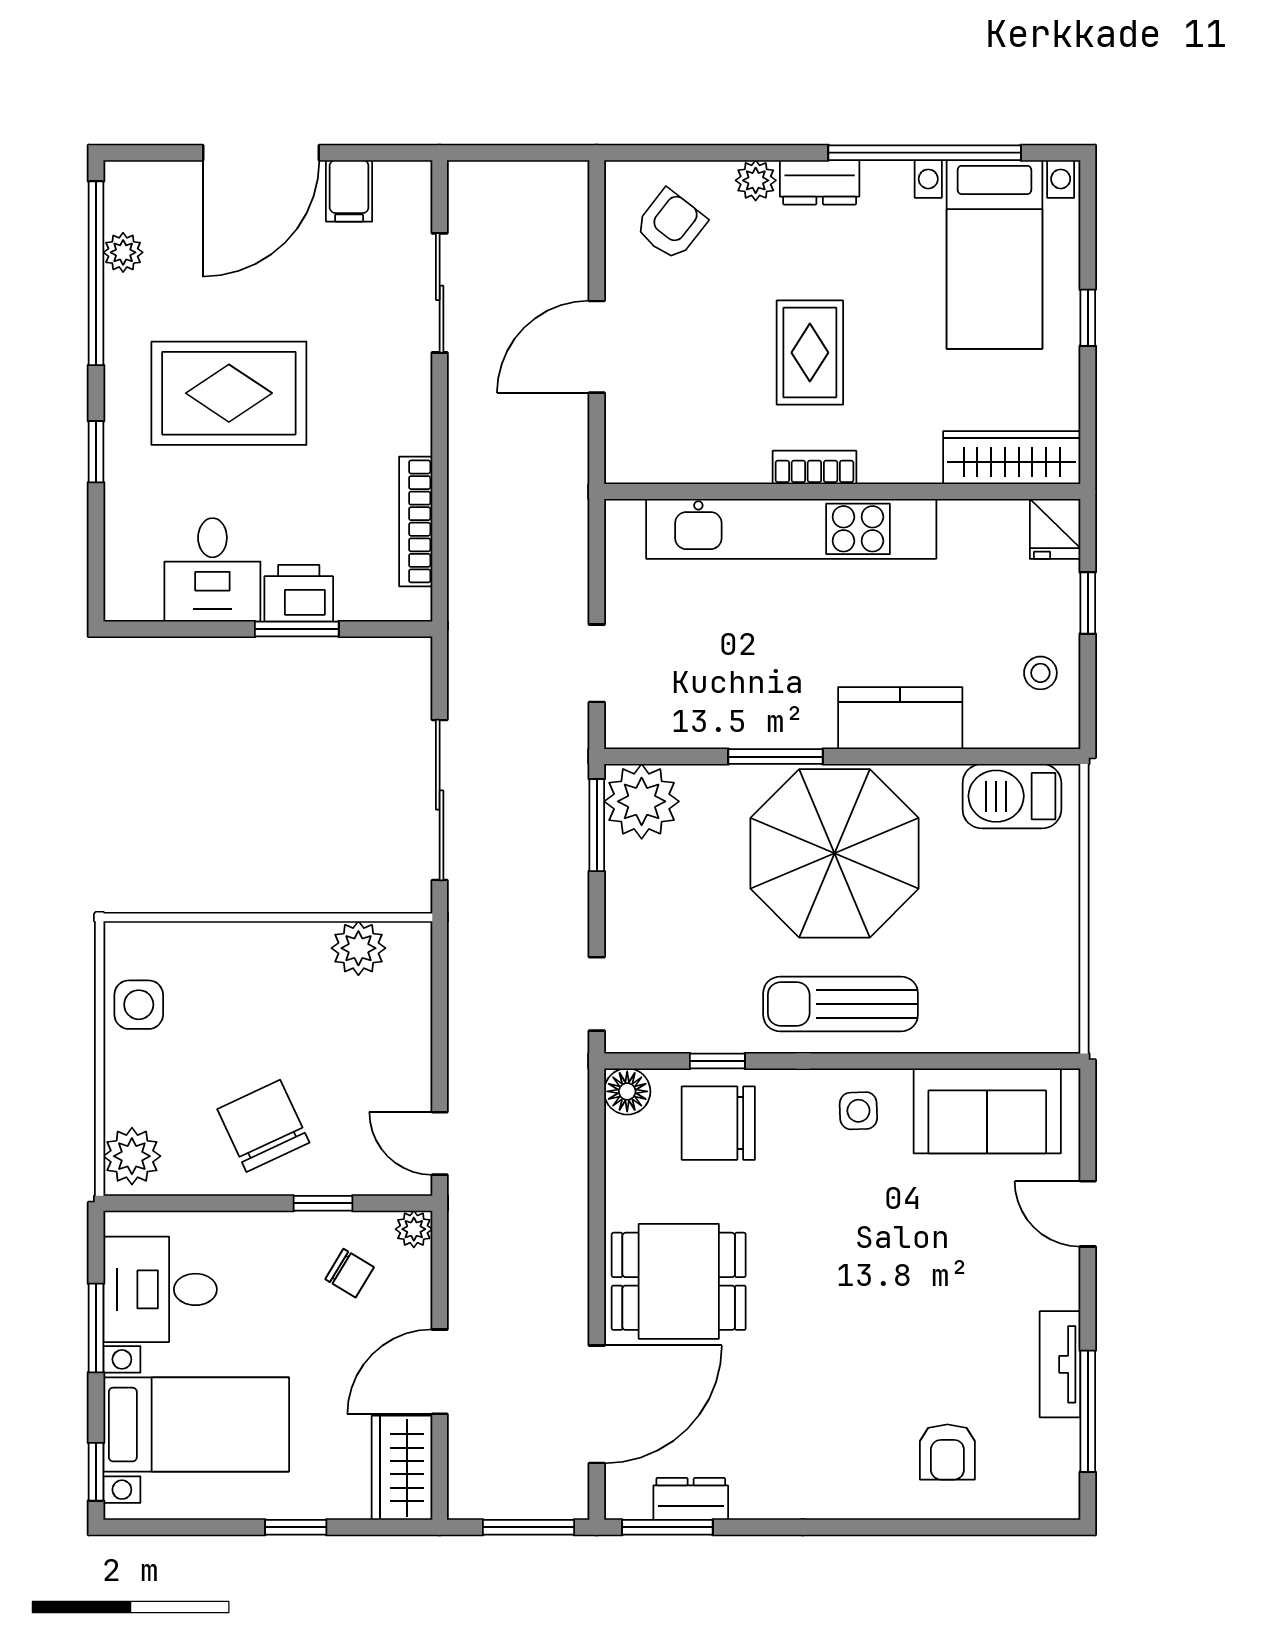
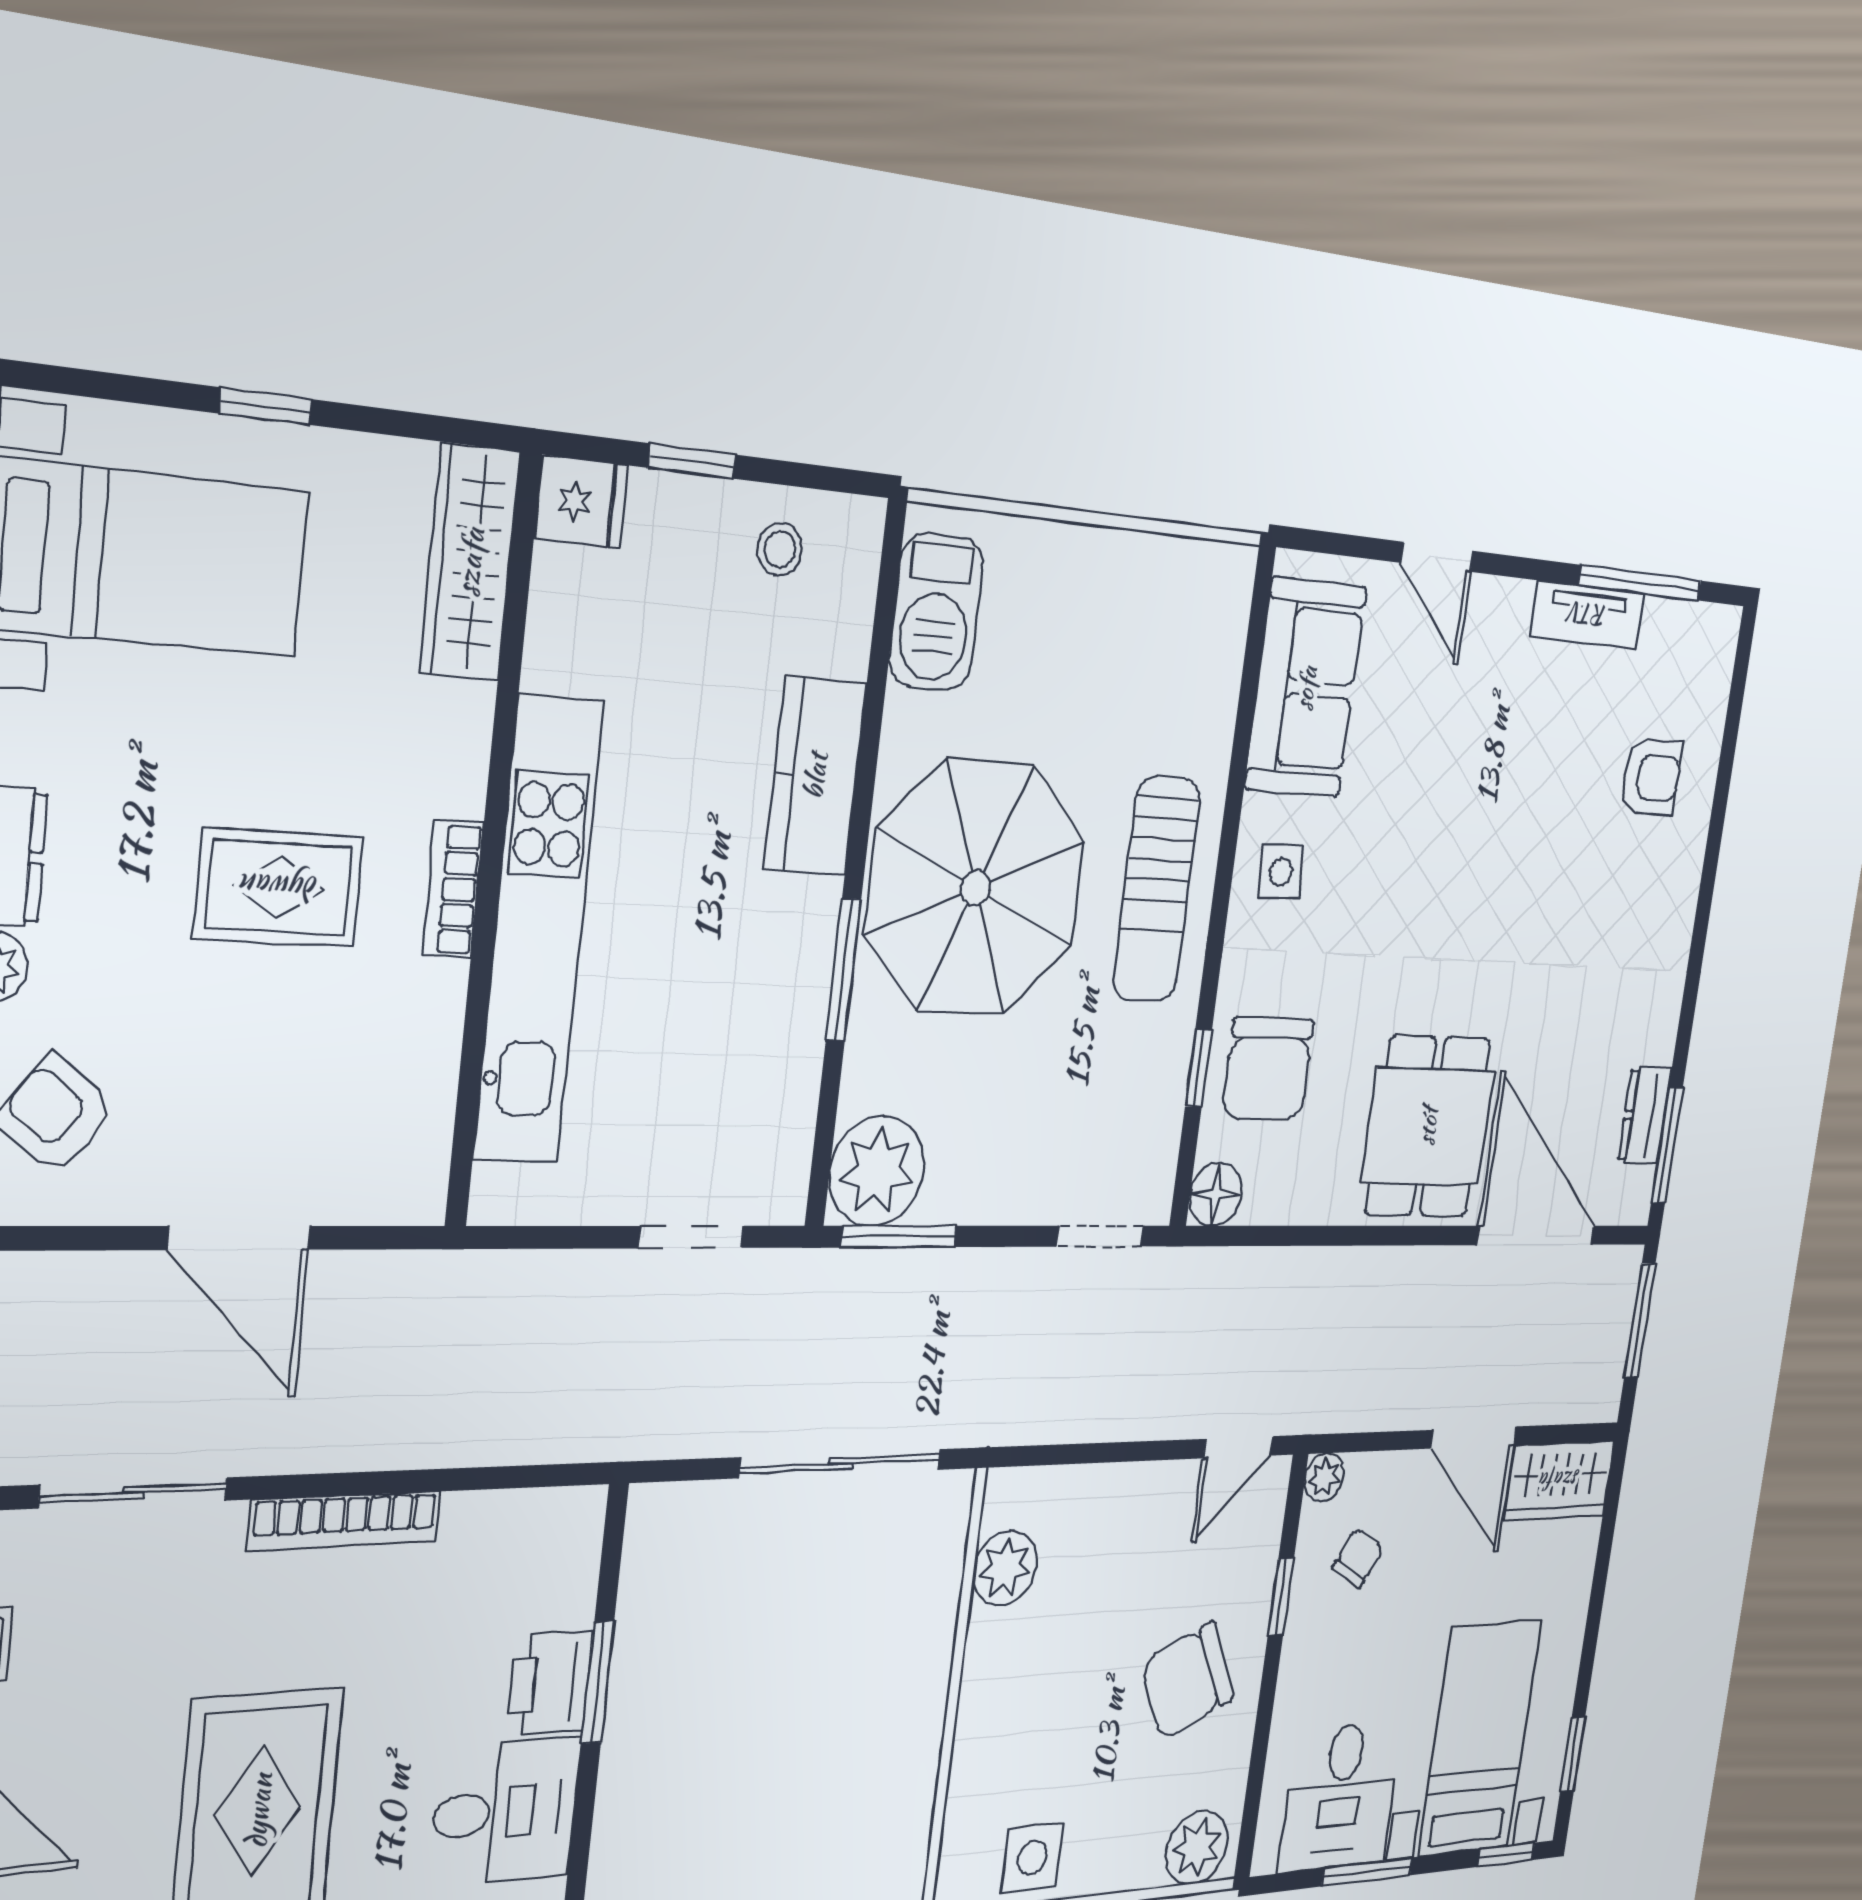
bookcase: (416, 521) -> (345, 1521), moved
door: (1088, 1214) -> (1437, 557), hinge flipped
window: (296, 1527) -> (1573, 1754), moved

